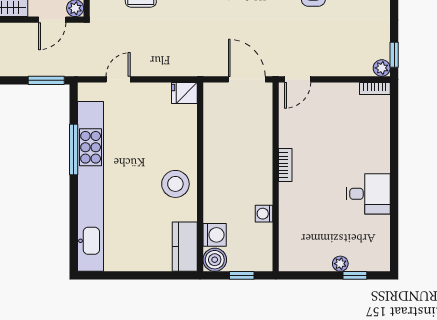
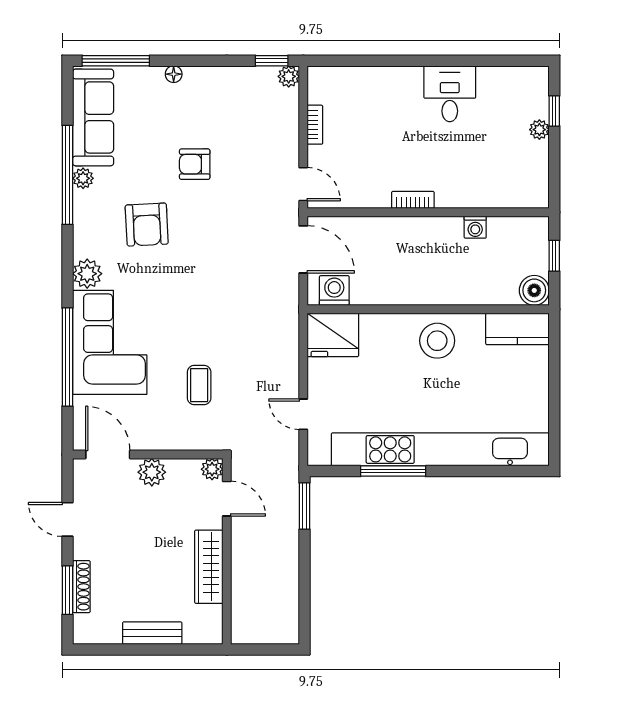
door: (247, 79) -> (303, 249), swing flipped
bookcase: (375, 88) -> (315, 125), moved
fridge: (184, 93) -> (333, 335), width x1.88, depth x1.34
washing machine: (215, 235) -> (334, 291), moved

